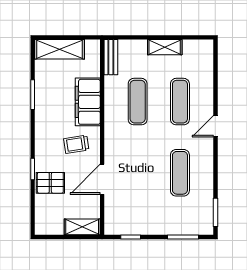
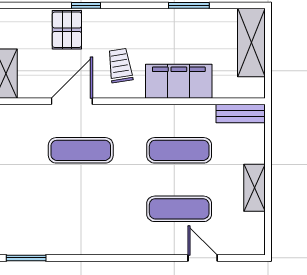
door: (215, 126) -> (203, 258), moved
exercise mat: (180, 173) -> (81, 150), moved
door: (102, 179) -> (72, 101), hinge flipped

